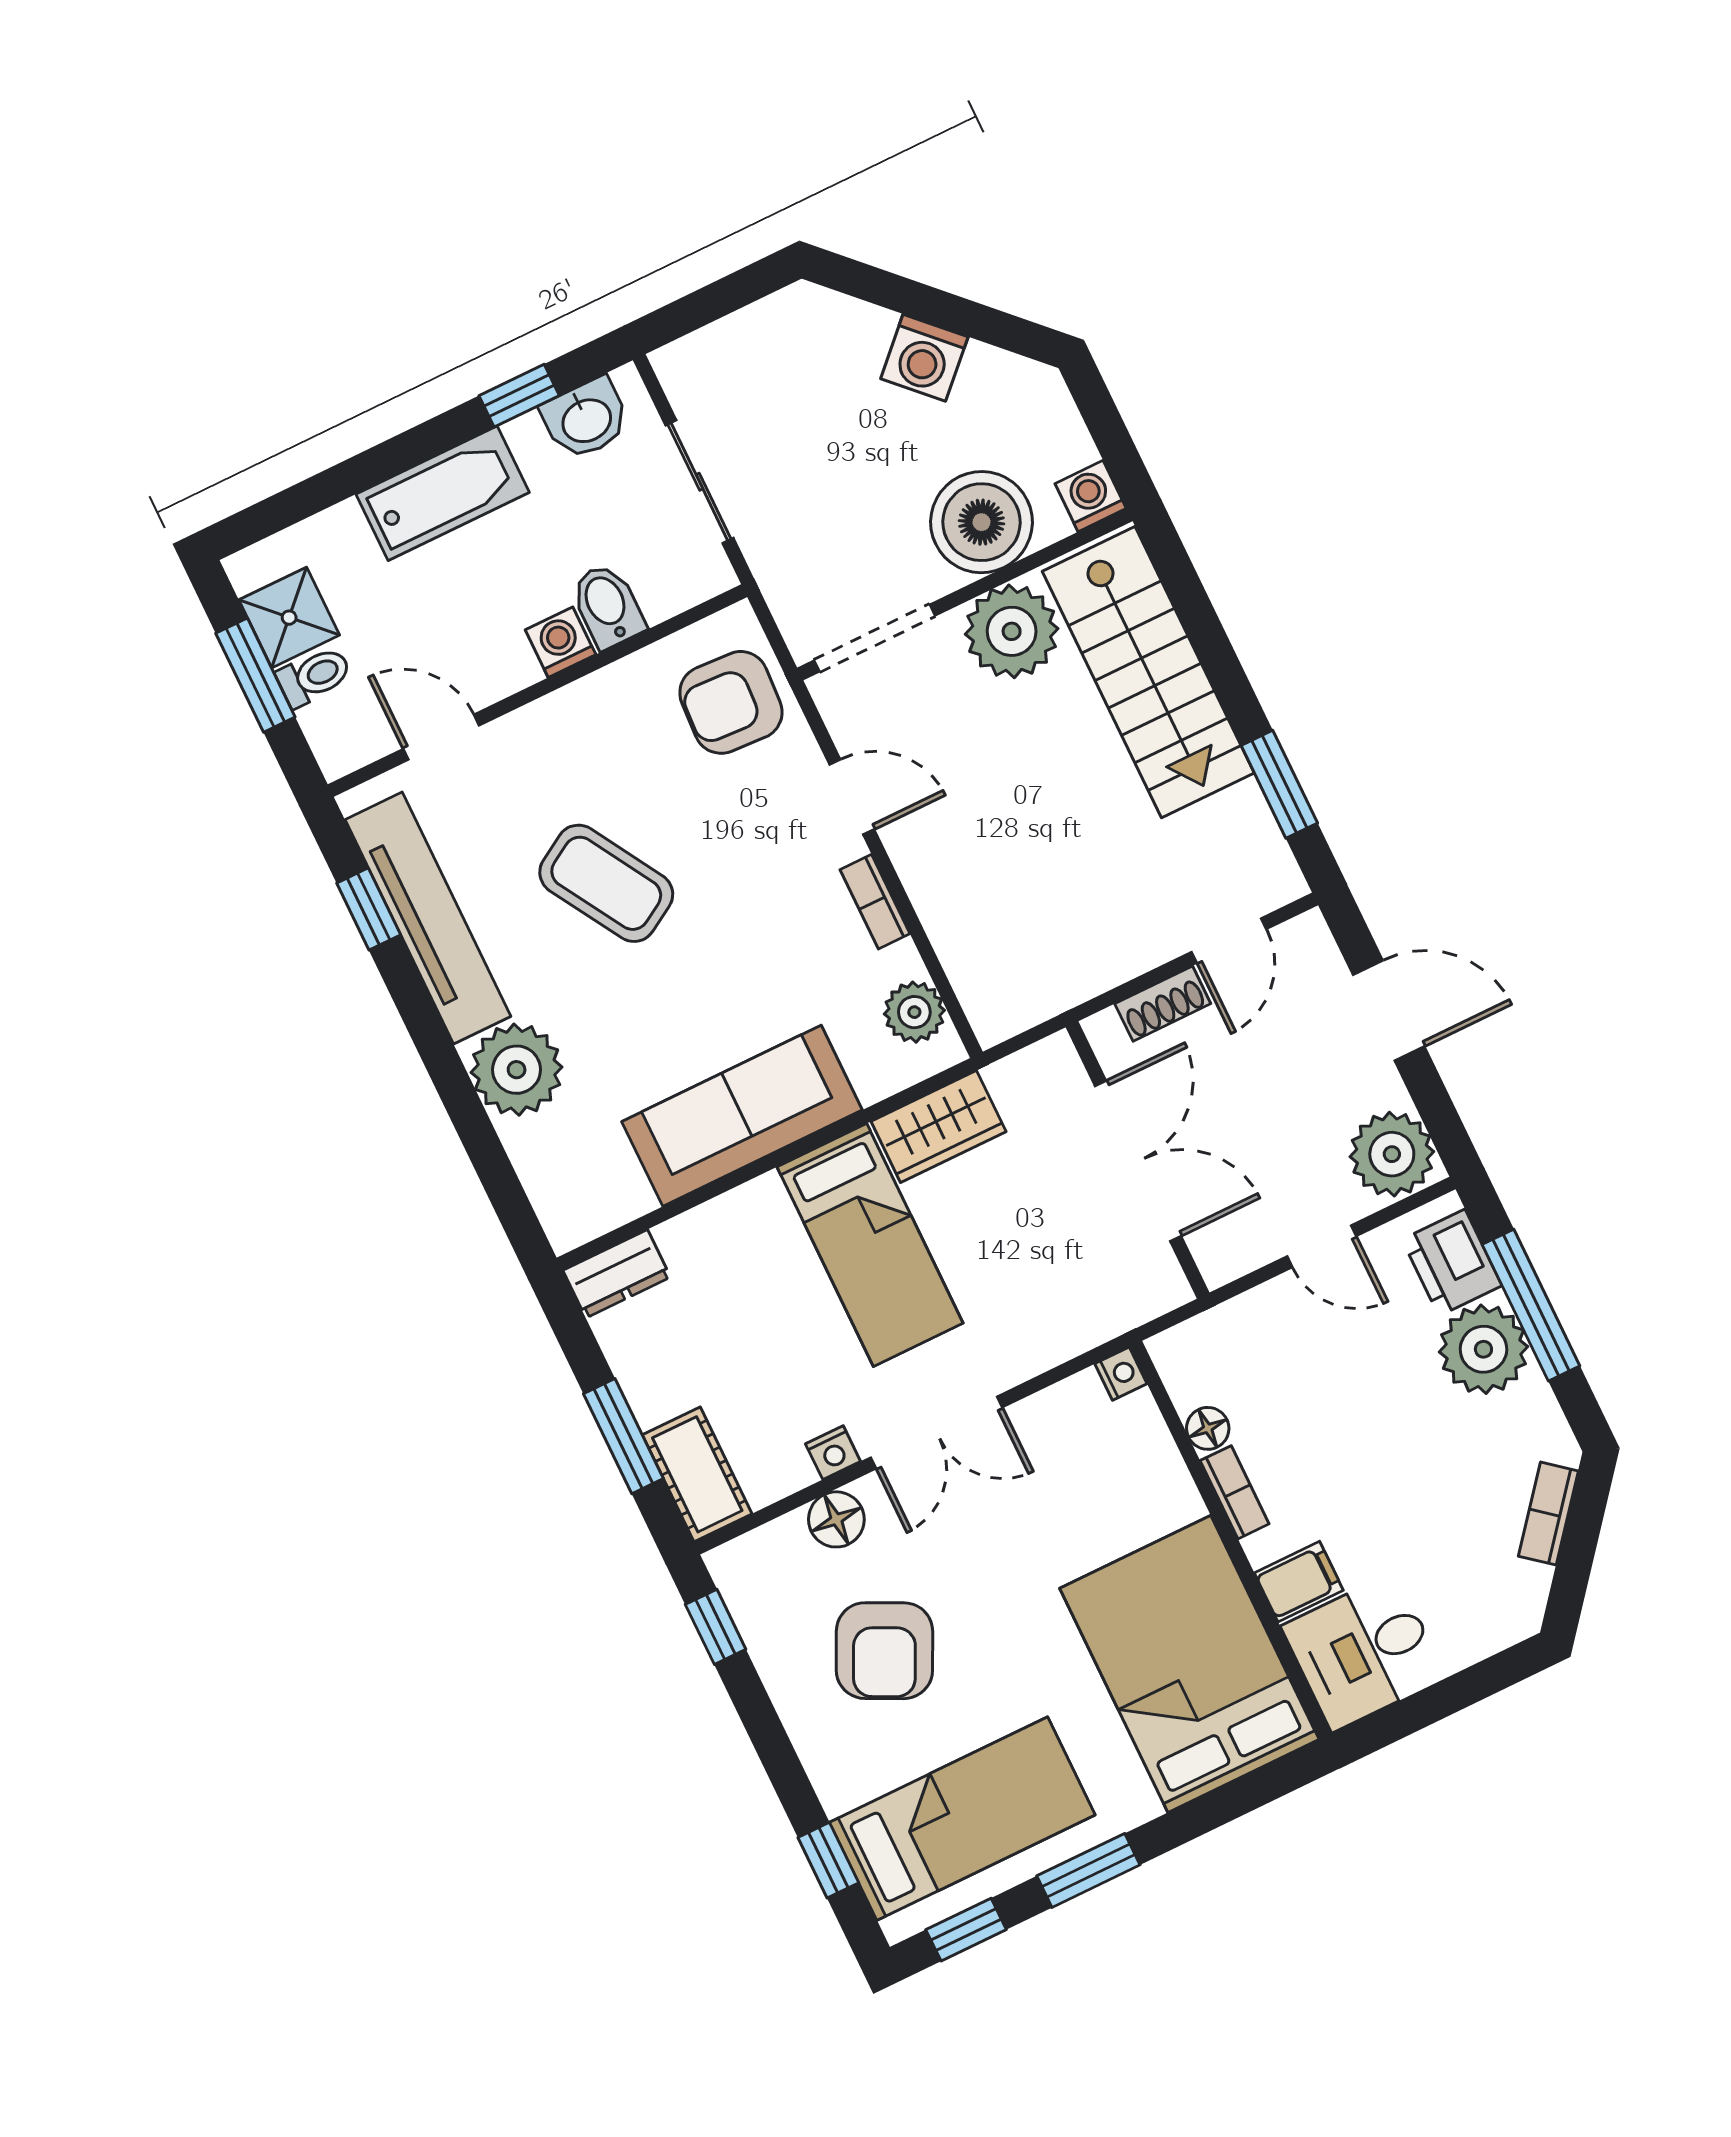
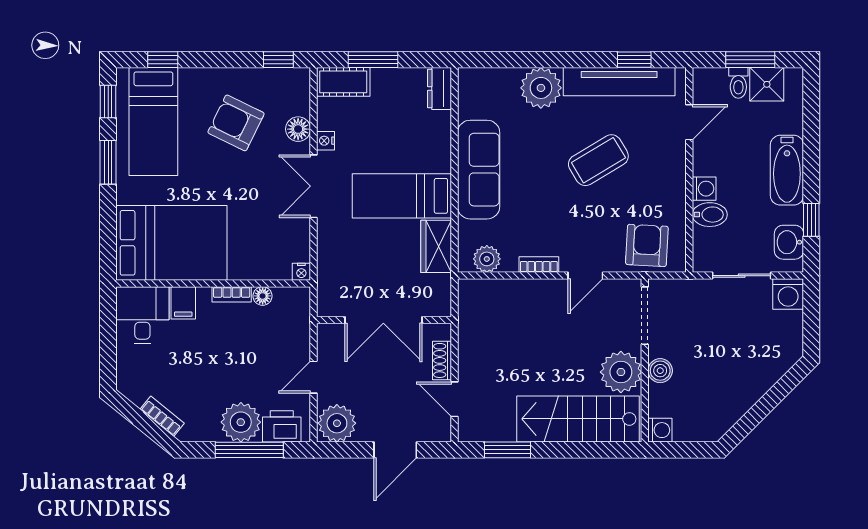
washing machine: (924, 358) -> (788, 294), moved, turned -135
boiler: (982, 522) -> (660, 371), width x0.54, depth x0.54

